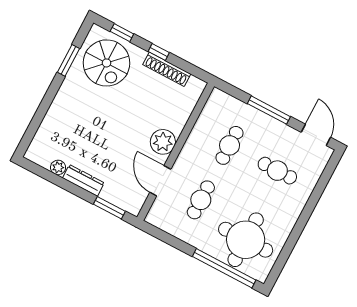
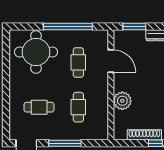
plant: (163, 142) -> (122, 101), moved
window: (224, 268) -> (68, 26), moved

